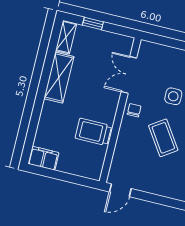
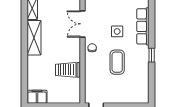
coffee table: (163, 138) -> (117, 62), turned 34

